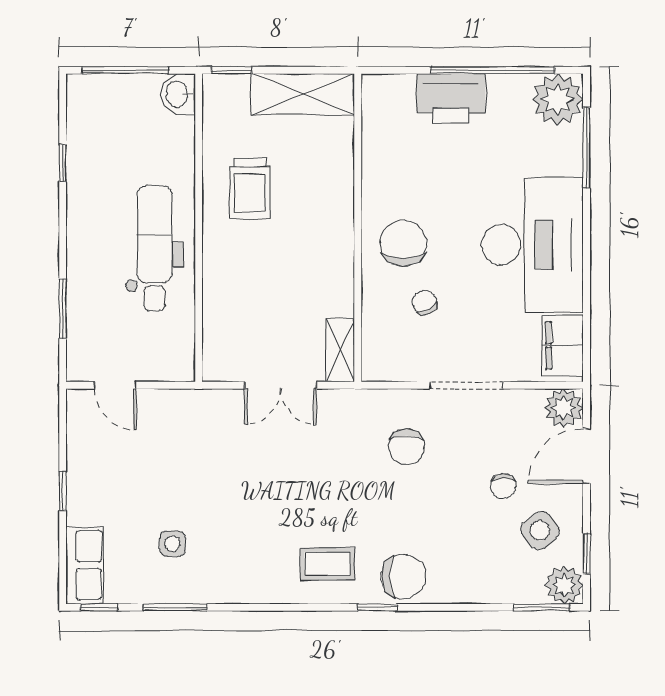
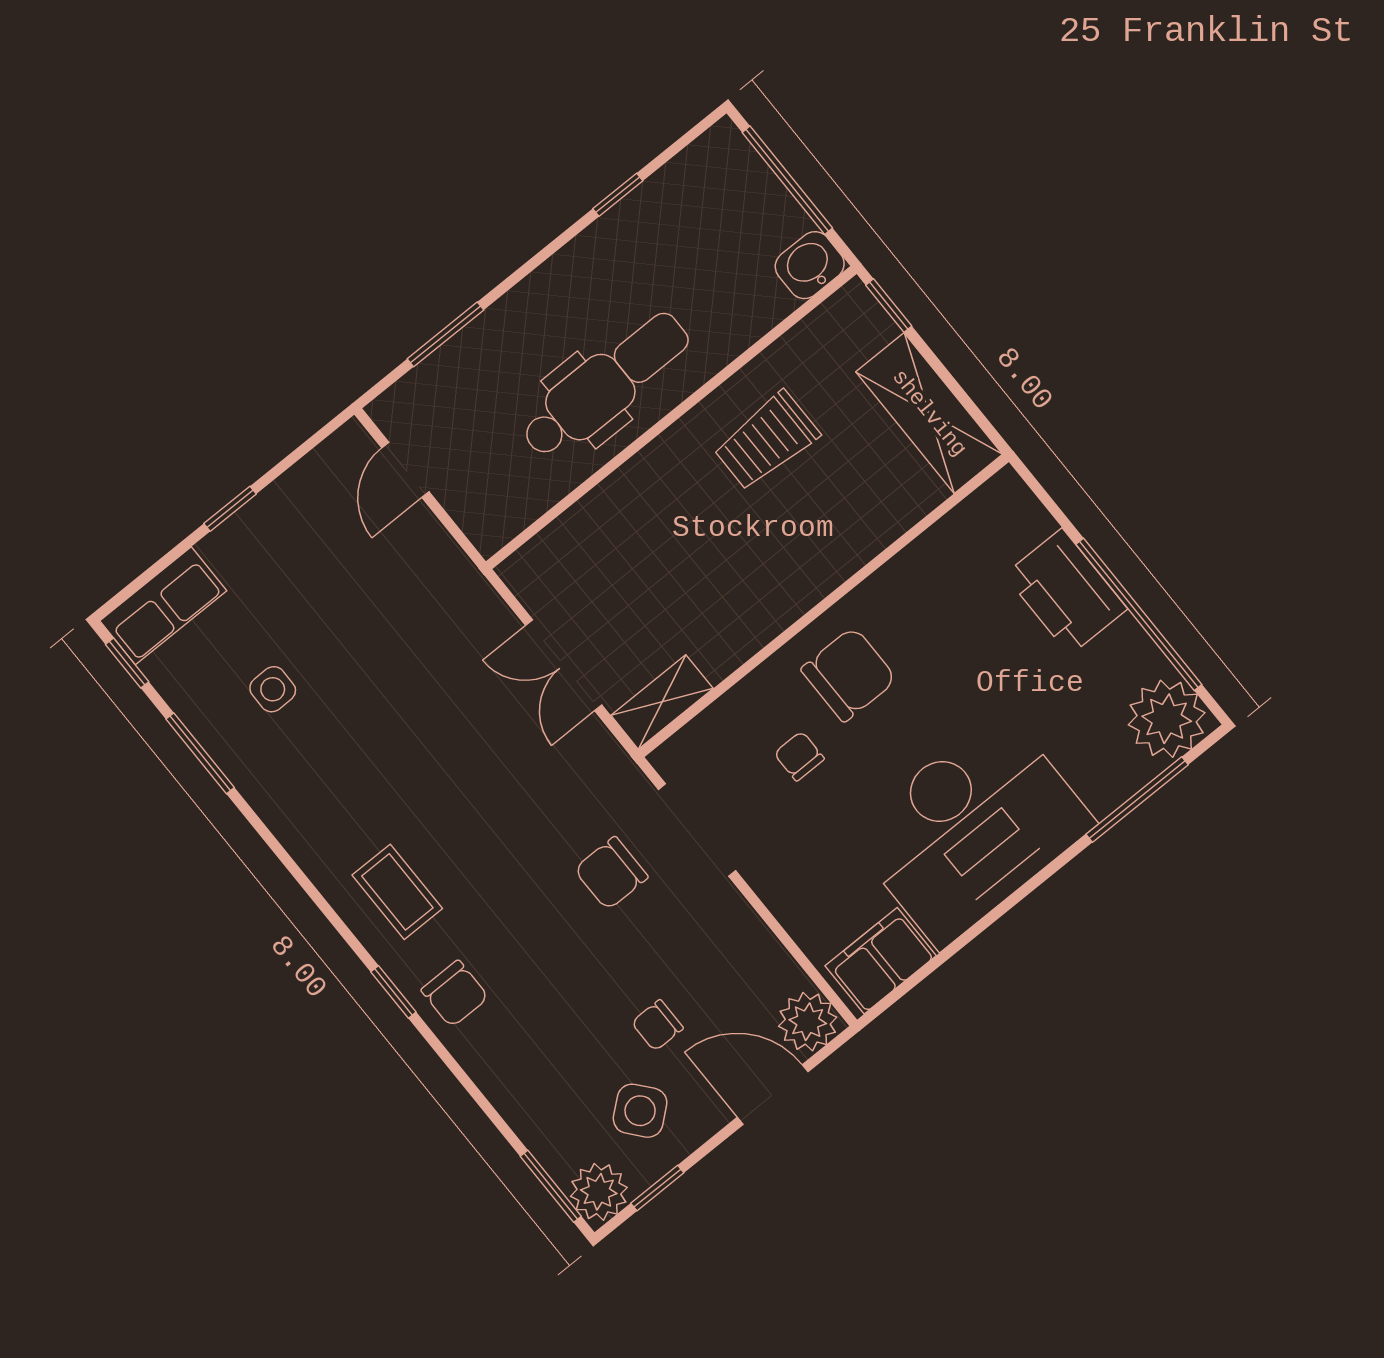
chair: (425, 302) -> (799, 756), turned -66
doorway: (466, 385) -> (697, 830), moved
chair: (403, 577) -> (455, 994), width x0.73, depth x0.73

